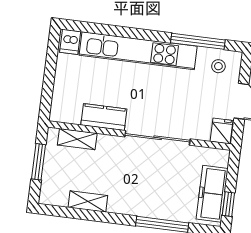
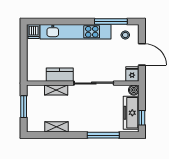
shelving: (77, 139) -> (56, 90), moved
boiler: (221, 157) -> (134, 90), added

